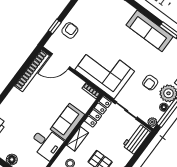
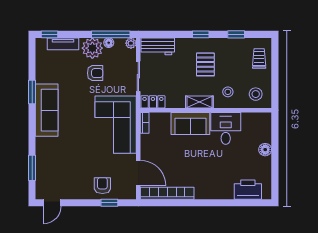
armchair: (70, 30) -> (102, 186), turned 90
locker: (98, 112) -> (153, 102), width x0.66

